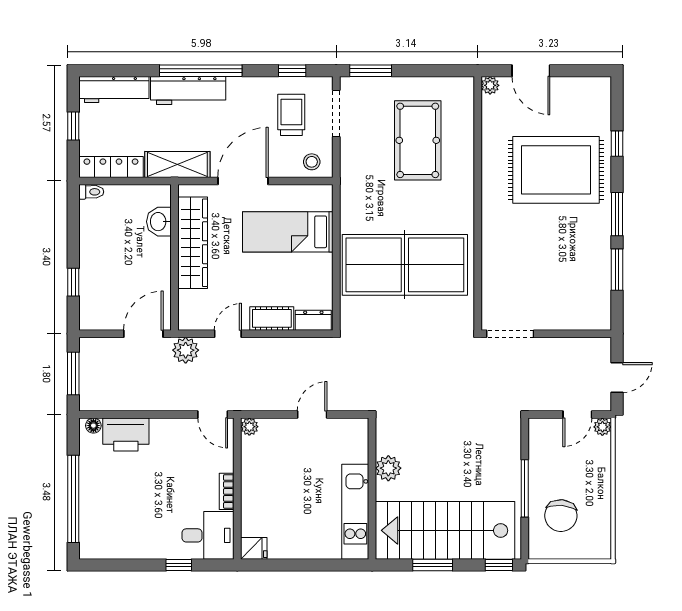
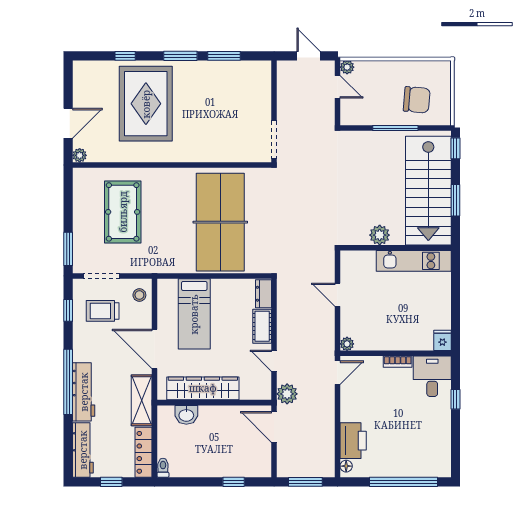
pool table: (418, 140) -> (123, 212), turned 90

